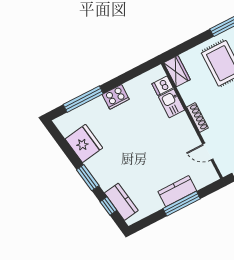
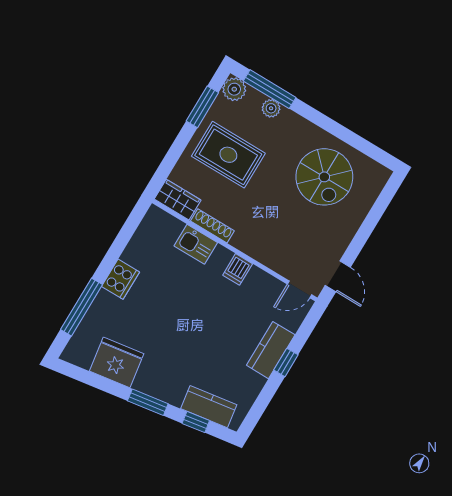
dishwasher: (162, 86) -> (238, 269), moved
shoe rack: (197, 117) -> (212, 226), moved
door: (208, 152) -> (300, 289), moved
window: (182, 204) -> (286, 362), width x0.46

